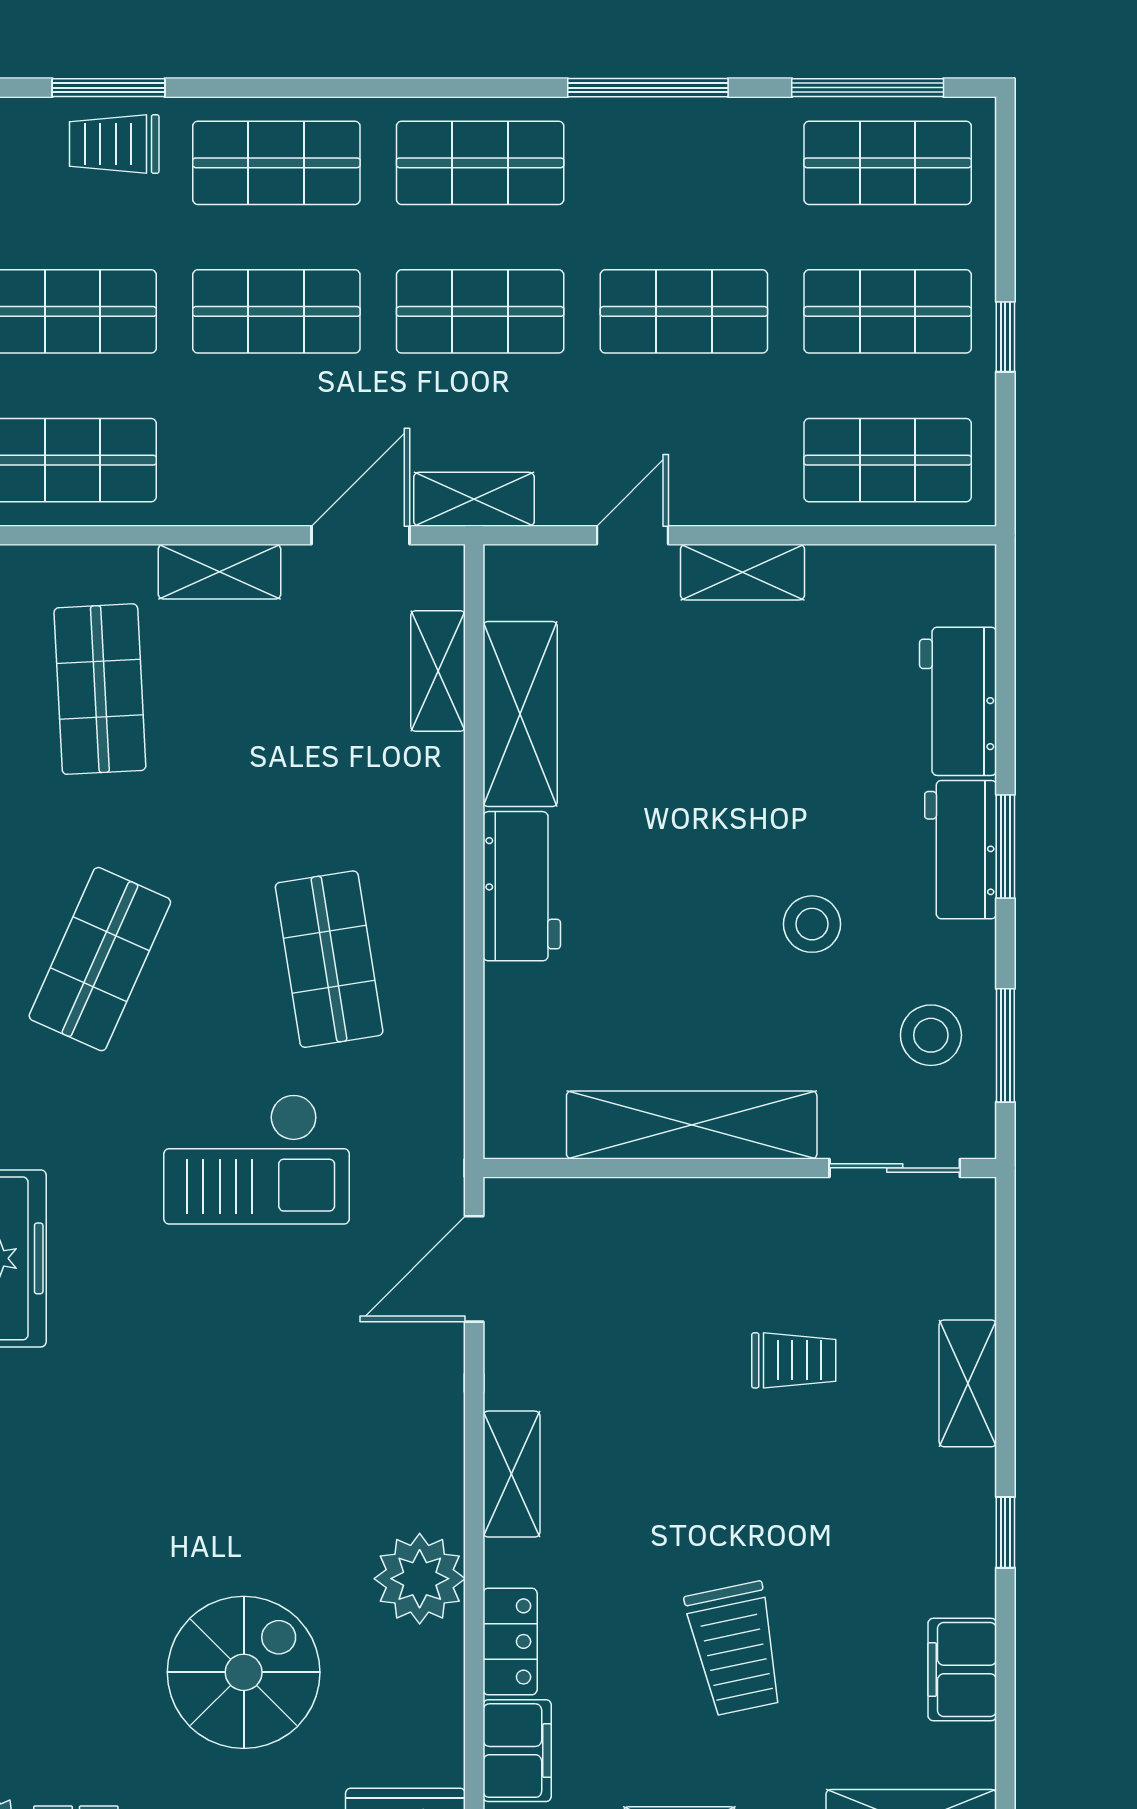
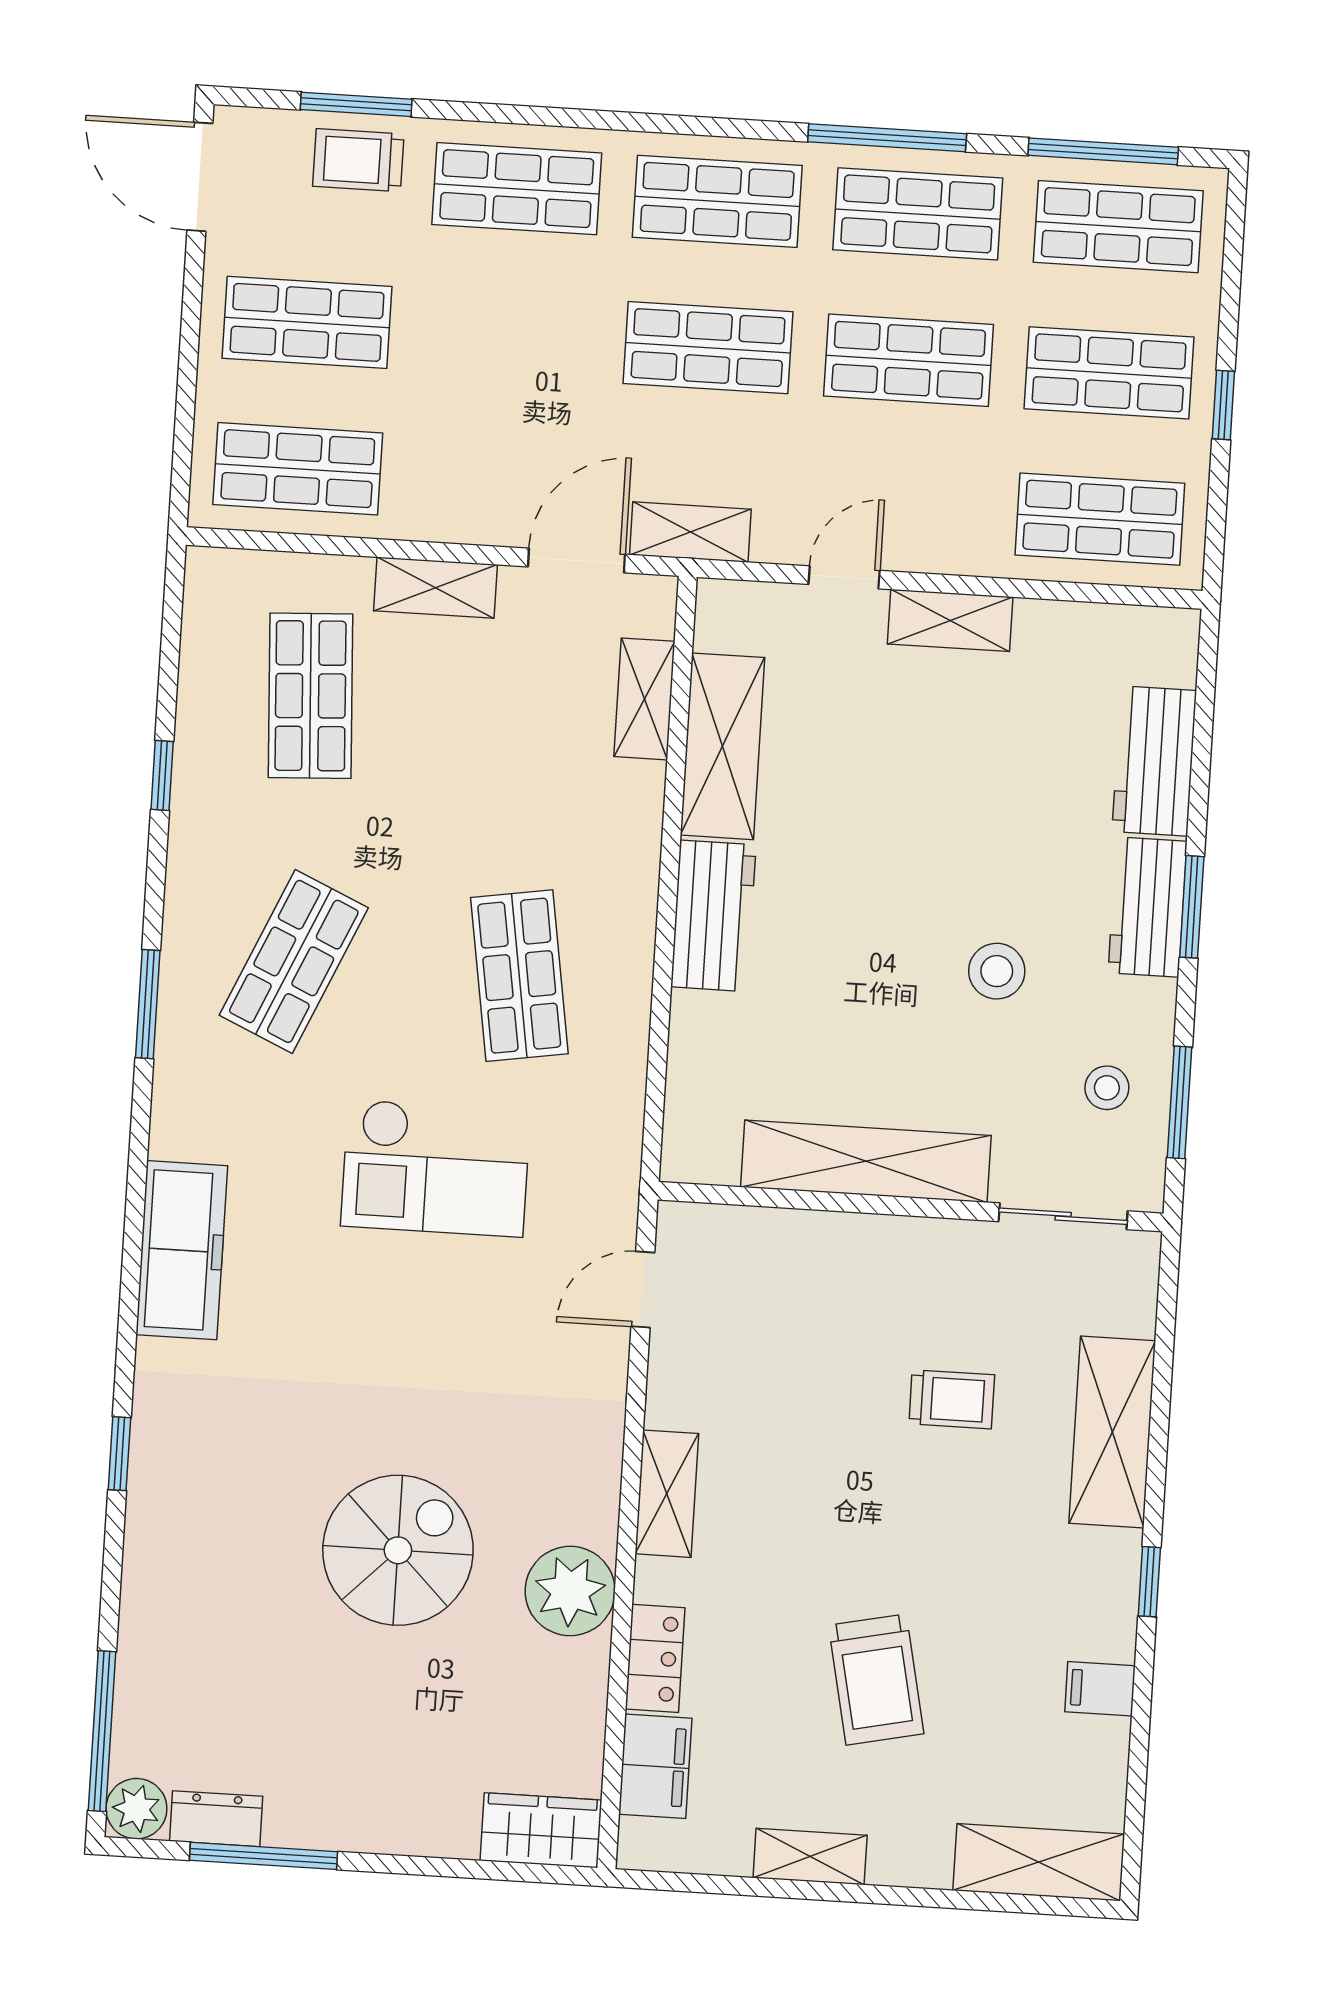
shop shelf: (276, 311) -> (918, 214), moved
stool: (931, 1035) -> (1107, 1088), width x0.73, depth x0.73
door: (474, 1269) -> (643, 1289), width x0.73
shelving: (968, 1383) -> (1112, 1432), width x1.50, depth x1.33
filing cabinet: (962, 1670) -> (1100, 1689), width x0.50
spiral stairs: (244, 1672) -> (398, 1550), moved

